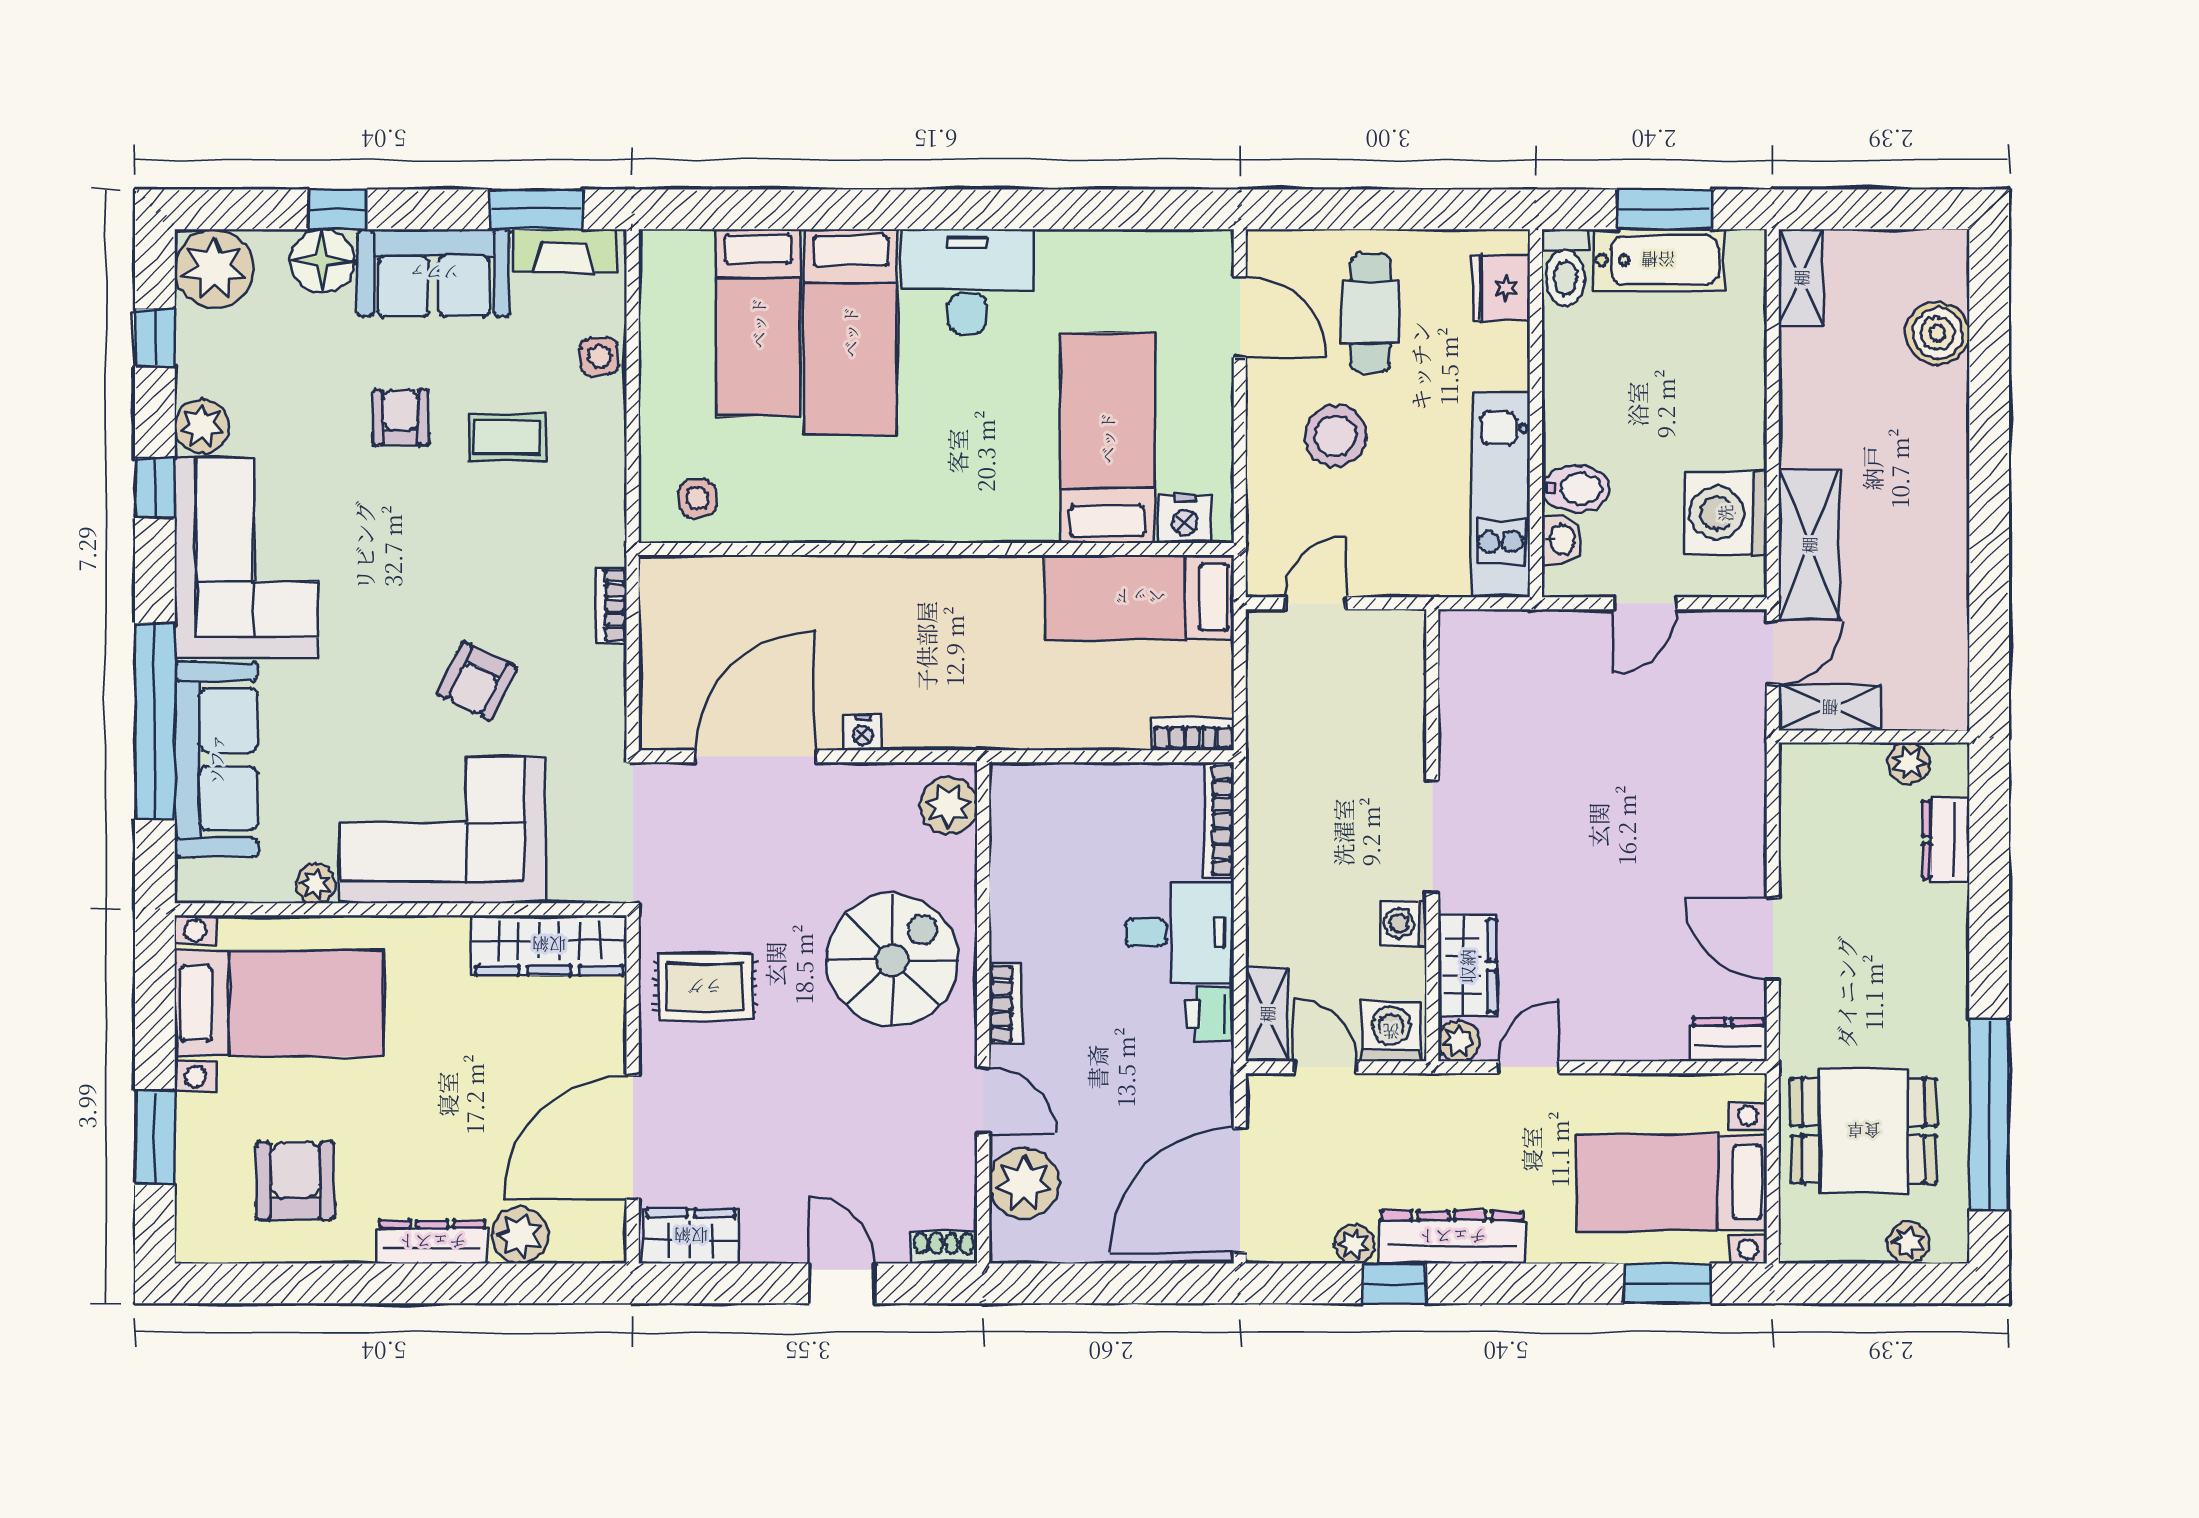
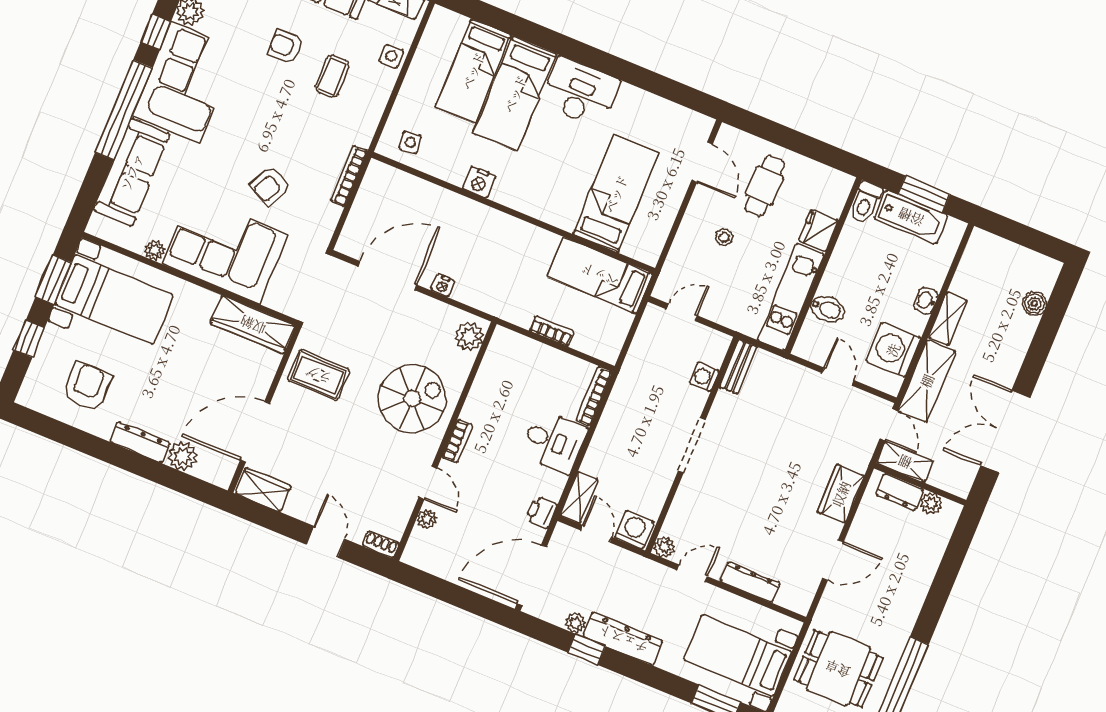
shelving: (1801, 278) -> (948, 319), moved
fridge: (1501, 288) -> (818, 231), moved
boiler: (1938, 333) -> (1034, 304), width x0.73, depth x0.73
armchair: (401, 418) -> (286, 46), turned -90
stool: (1336, 436) -> (724, 237), width x0.53, depth x0.53
coffee table: (507, 437) -> (332, 76), turned 90
nightstand: (1185, 519) -> (479, 182), moved
washbasin: (1561, 540) -> (926, 300), moved, turned 180
double door: (1989, 578) -> (1005, 431), added
door: (1645, 603) -> (838, 377), swing flipped
bookcase: (612, 605) -> (349, 176), width x1.56
door: (1773, 653) -> (889, 425), hinge flipped
bench: (1458, 660) -> (738, 367), added
window: (155, 721) -> (123, 110), moved
bookcase: (1193, 734) -> (552, 331), moved
dresser: (1946, 840) -> (900, 492), moved, turned -90
washing machine: (1404, 923) -> (704, 377), moved
door: (1773, 939) -> (833, 560), swing flipped
wardrobe: (1467, 966) -> (841, 494), moved, turned 180
window: (155, 1013) -> (53, 280), added
printer: (1210, 1013) -> (541, 512), moved
dresser: (1729, 1040) -> (750, 582), moved, width x1.44
window: (155, 1137) -> (29, 339), width x0.67
plant: (1024, 1183) -> (427, 519), width x0.53, depth x0.53

